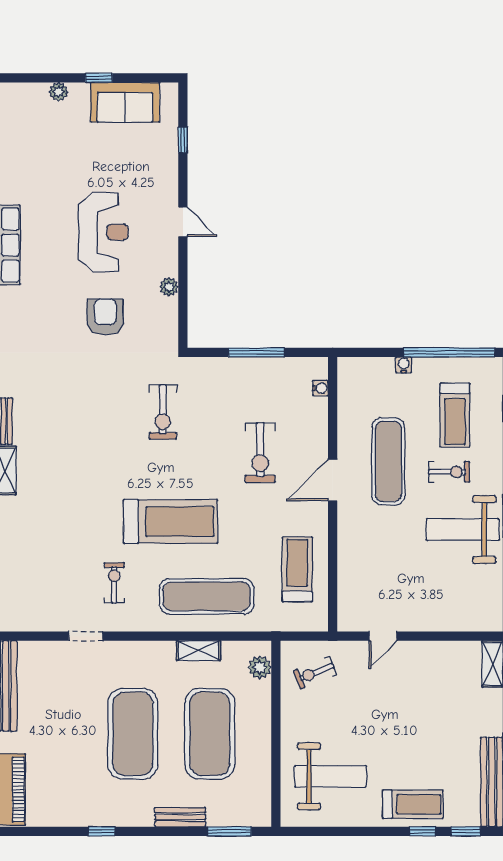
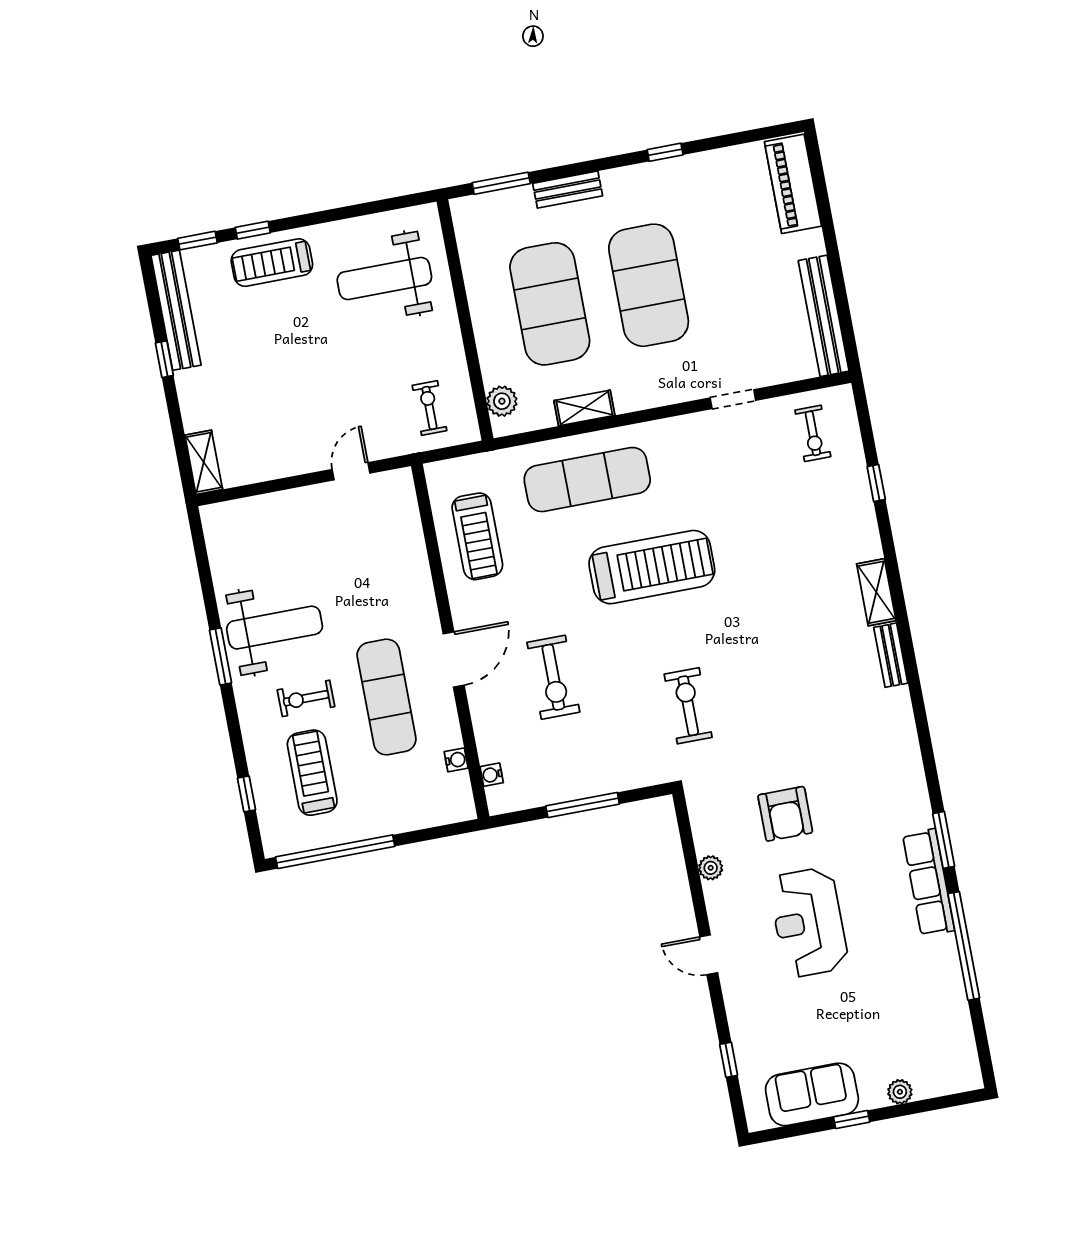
water cooler: (404, 365) -> (456, 760), moved, turned -90
exercise bike: (260, 453) -> (553, 677), turned 180
treadmill: (170, 521) -> (652, 567), turned 180
exercise bike: (114, 583) -> (813, 433), moved
exercise bike: (315, 673) -> (429, 408), turned -68

